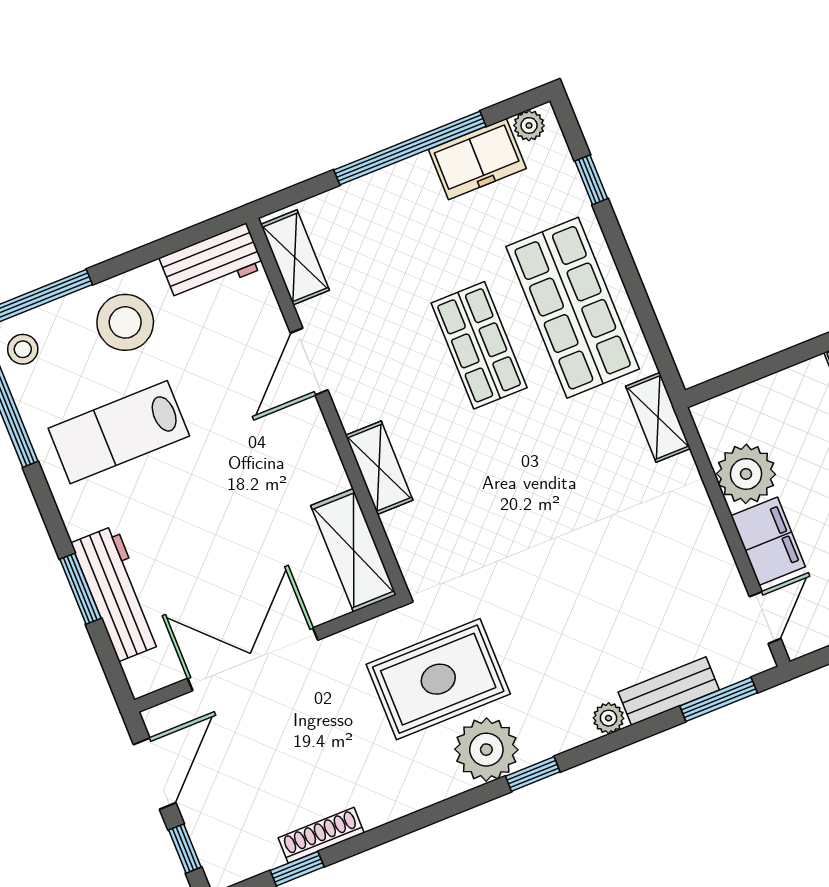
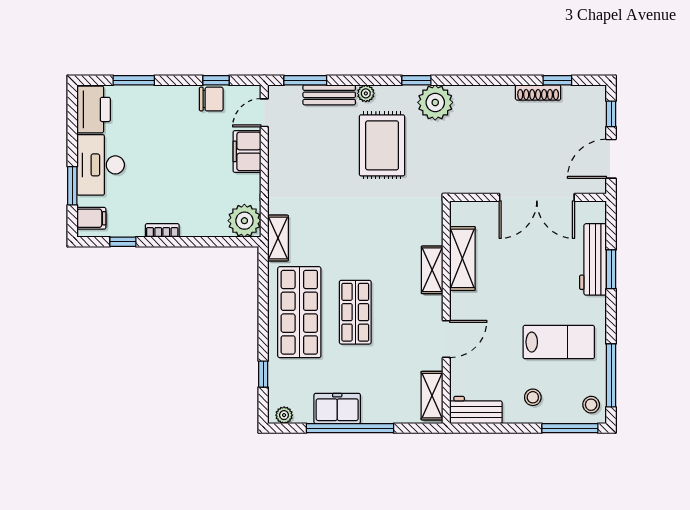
freezer: (477, 159) -> (337, 408), moved
stool: (125, 322) -> (533, 397), width x0.53, depth x0.53
plant: (746, 474) -> (244, 221), moved
shelving: (353, 550) -> (462, 258), moved
rug: (438, 679) -> (382, 145), moved, turned 90

